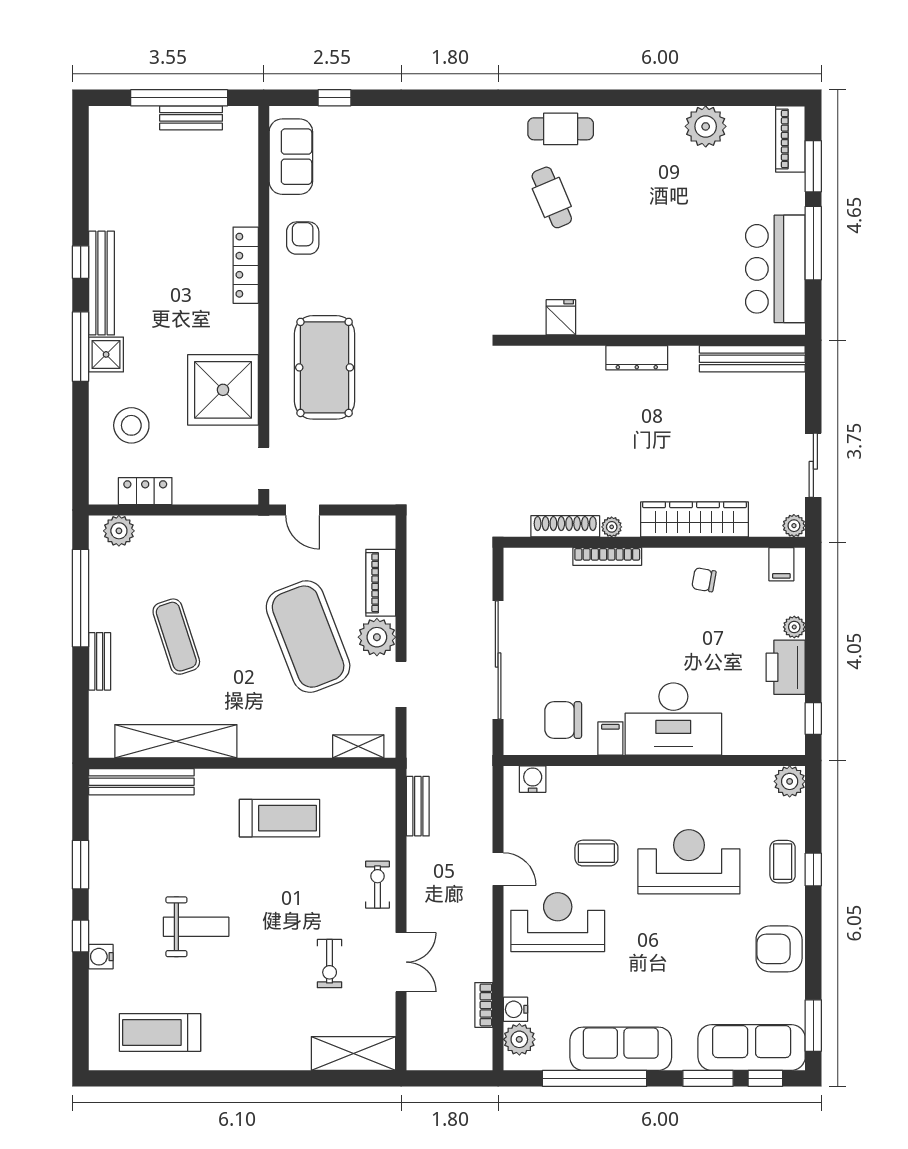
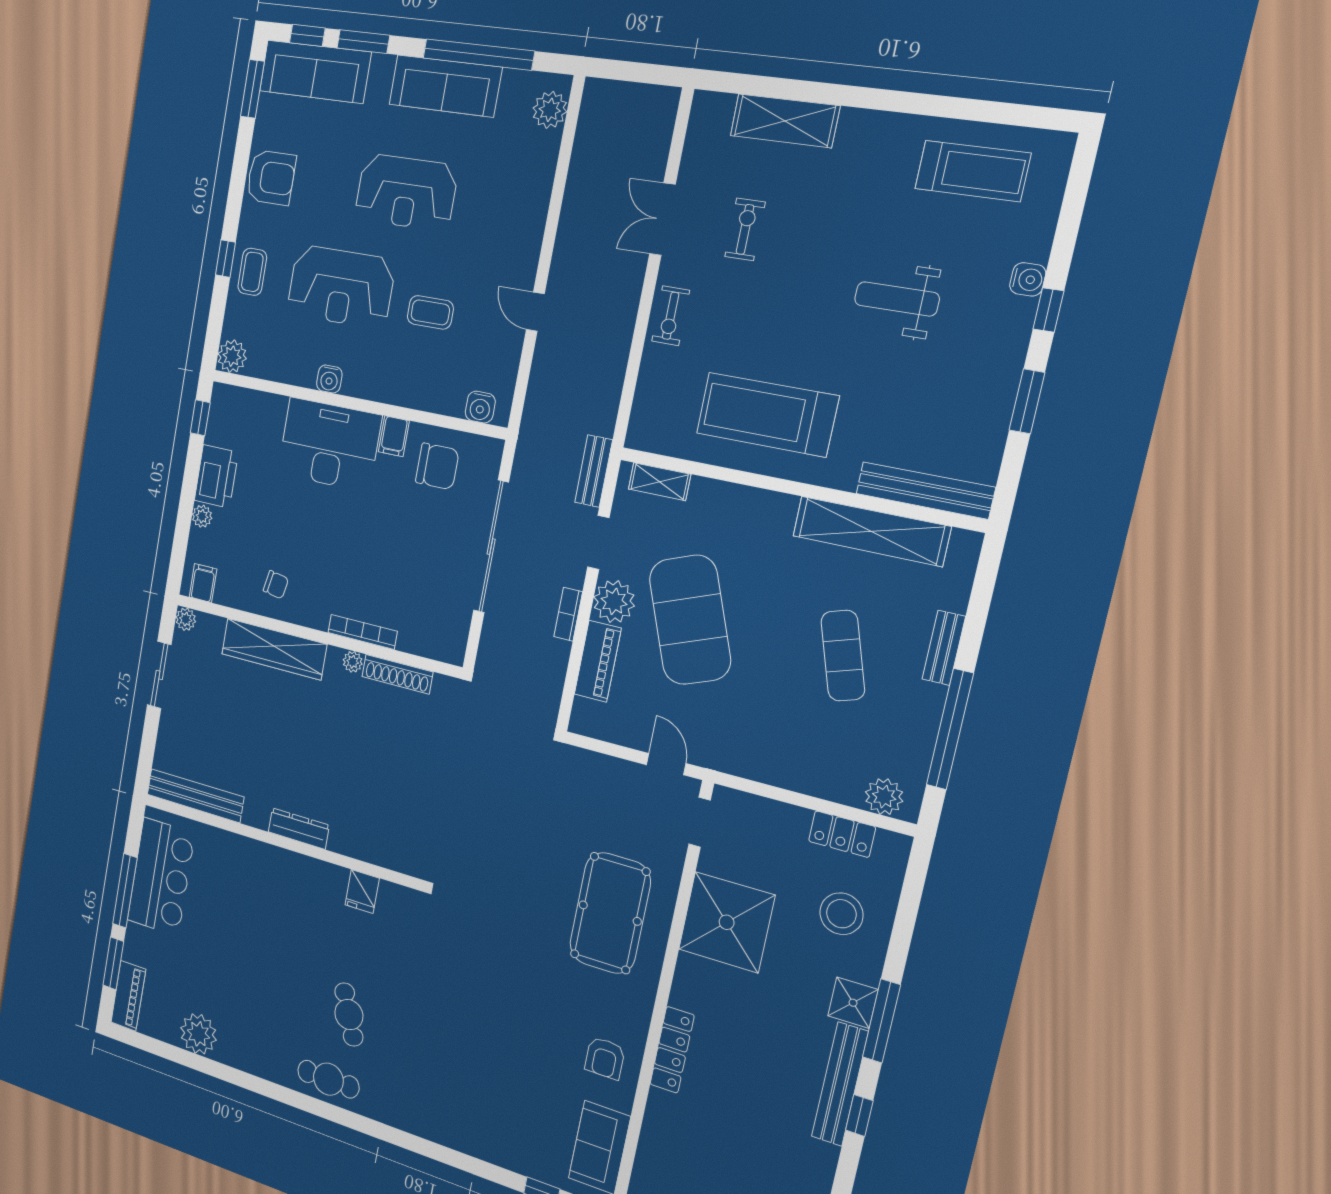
bench: (418, 806) -> (594, 471), moved
treadmill: (280, 818) -> (767, 415), width x1.37, depth x1.38
reception desk: (558, 922) -> (406, 192), moved
bookcase: (484, 1005) -> (568, 614), moved, turned 180
water cooler: (516, 1009) -> (329, 379), moved, turned 90
shelving: (354, 1053) -> (785, 121), moved

